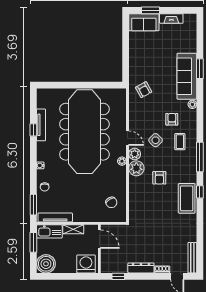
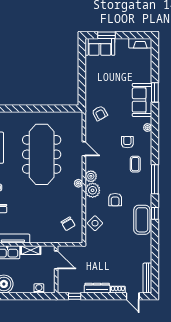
fireplace: (171, 18) -> (140, 43), moved
sofa: (187, 76) -> (142, 100), width x0.73
meeting table: (84, 132) -> (42, 154), width x0.73, depth x0.79
door: (127, 138) -> (84, 149), moved
side table: (156, 140) -> (95, 223), moved
washing machine: (86, 264) -> (39, 288), width x0.53, depth x0.53

